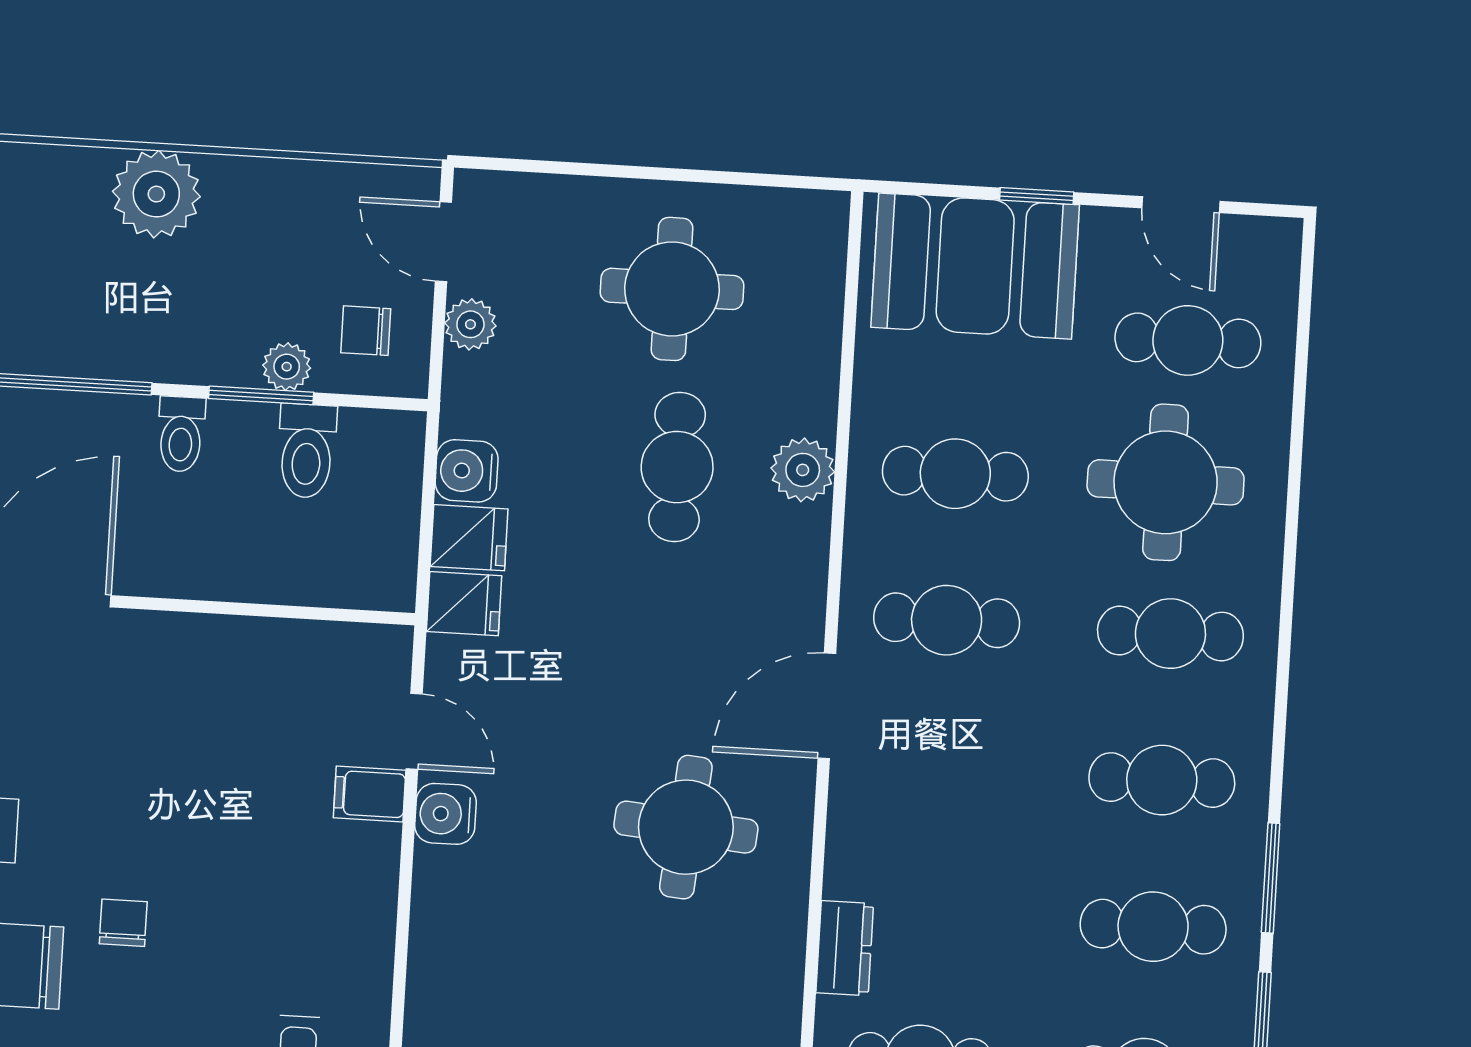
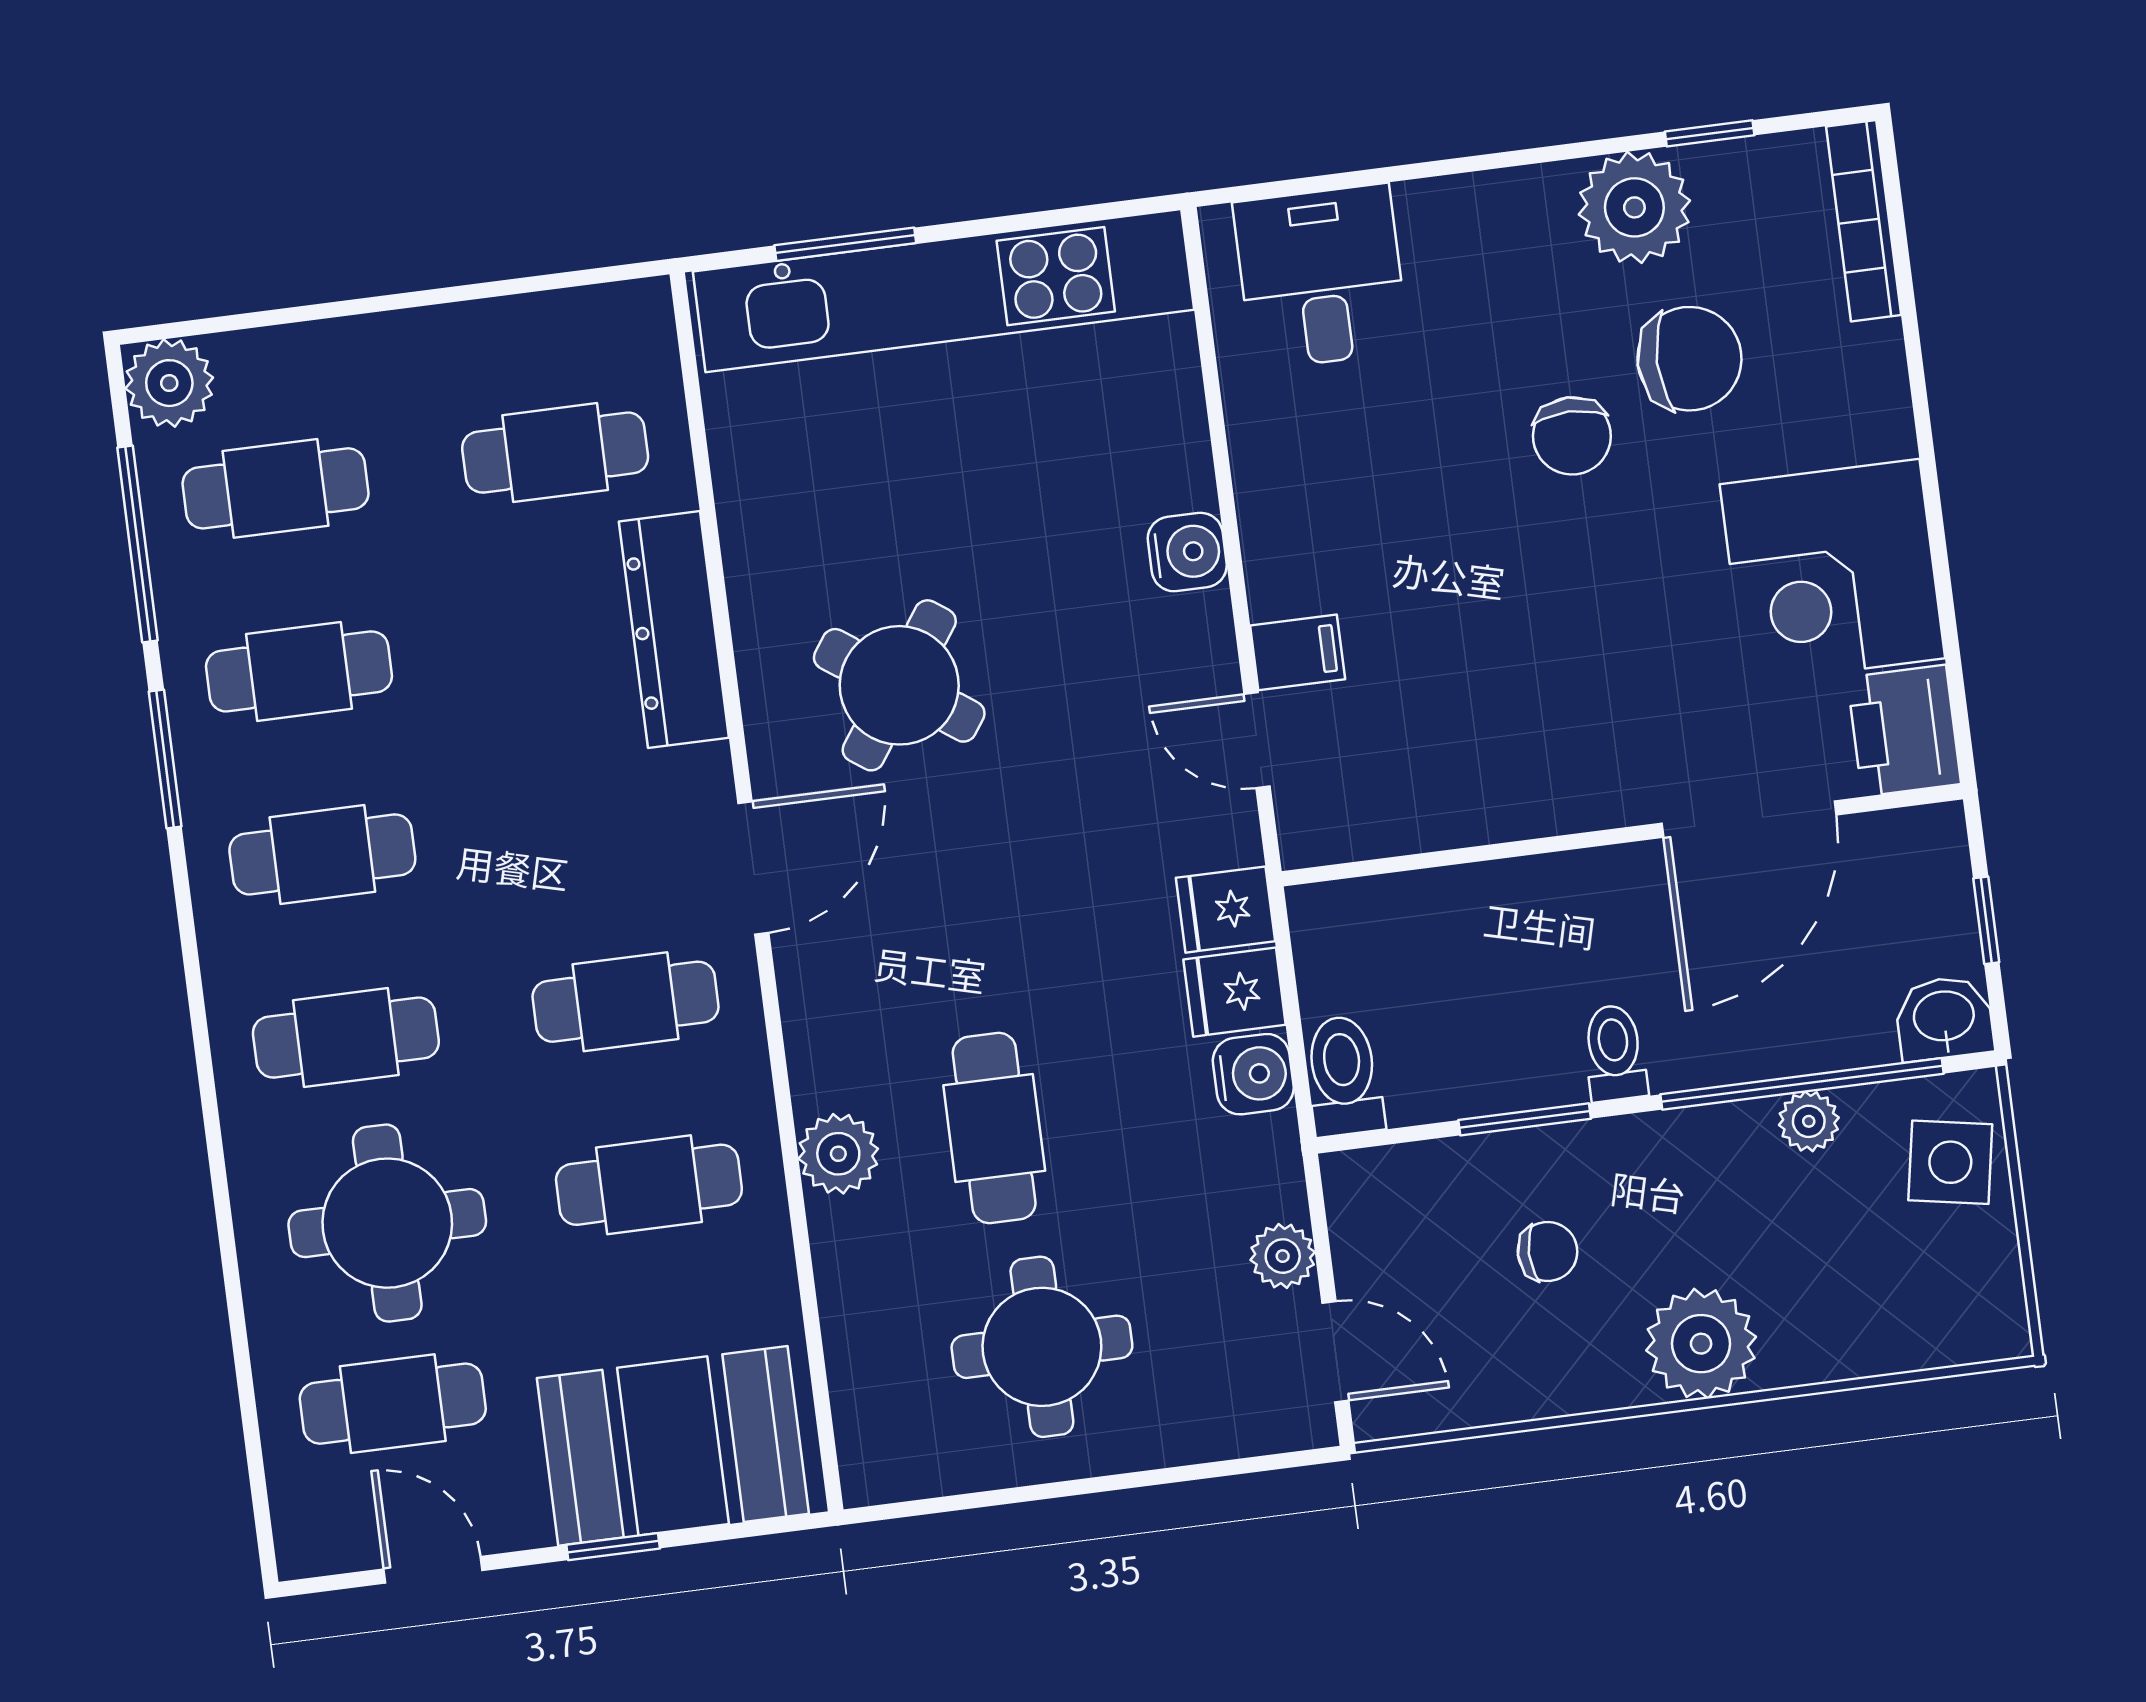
chair: (366, 331) -> (1548, 1252), moved
plant: (287, 367) -> (1809, 1121), moved
toilet: (307, 451) -> (1344, 1076), moved
water cooler: (445, 814) -> (1187, 552), moved
round table: (686, 827) -> (899, 685), turned 30
chair: (123, 923) -> (1572, 436), width x1.37, depth x1.37
dresser: (845, 948) -> (674, 630), width x1.96, depth x1.24

